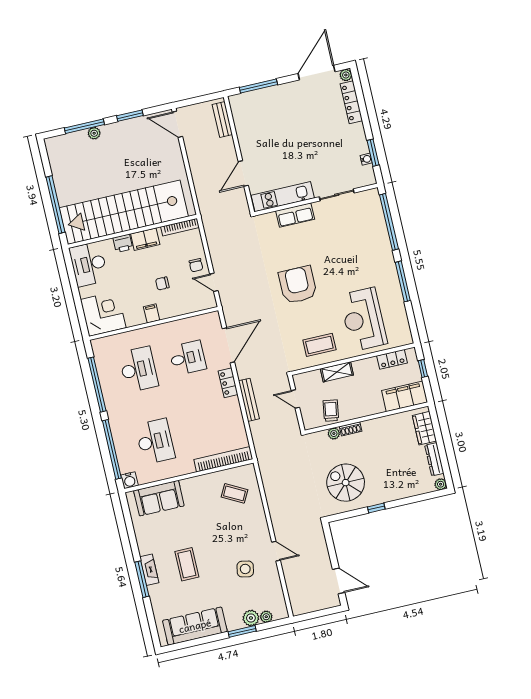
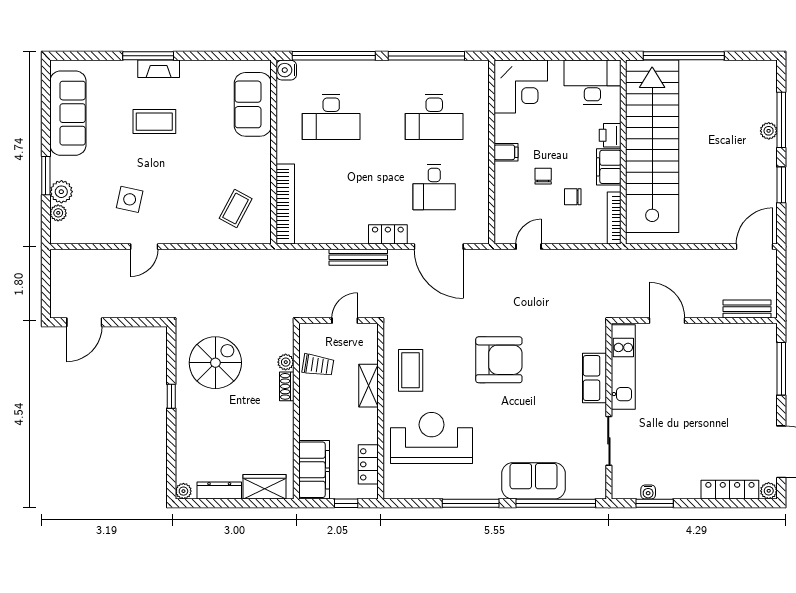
sofa: (377, 241) -> (533, 481), added
chair: (196, 265) -> (573, 197), moved

